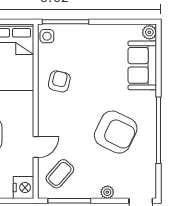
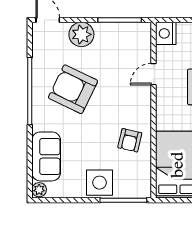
side table: (47, 36) -> (100, 183), moved, width x1.87, depth x1.87
coffee table: (60, 174) -> (129, 47), removed
plant: (107, 192) -> (81, 34), width x1.88, depth x1.88

